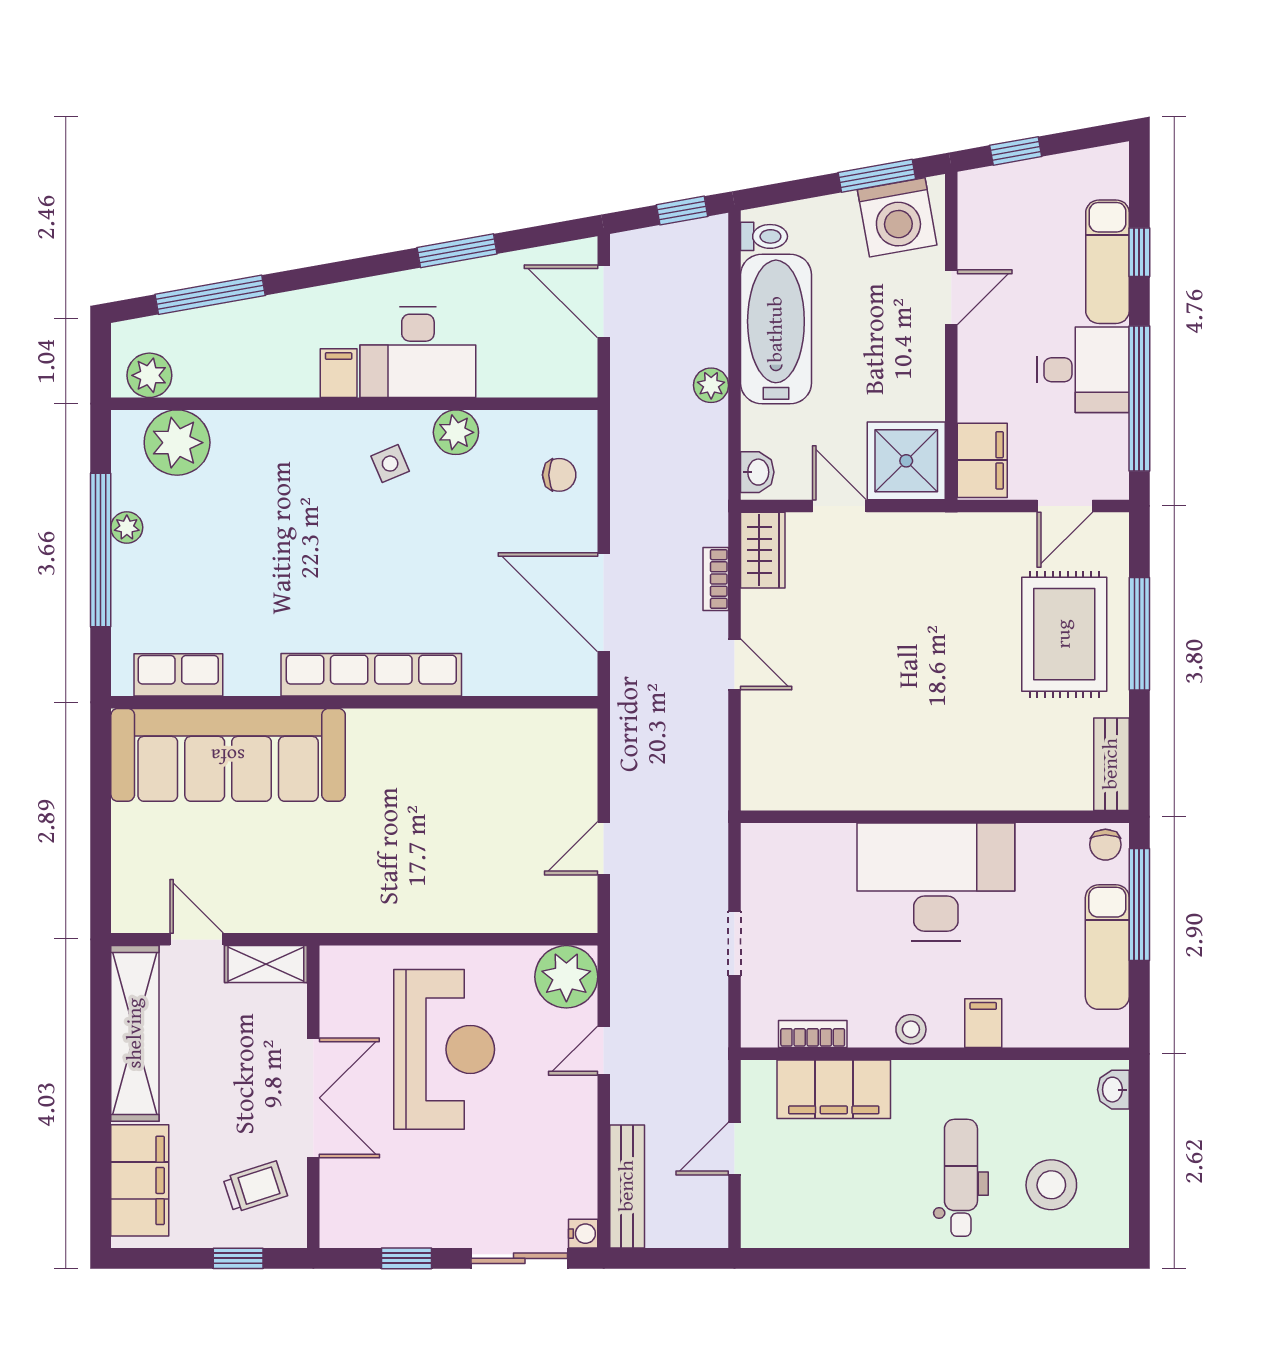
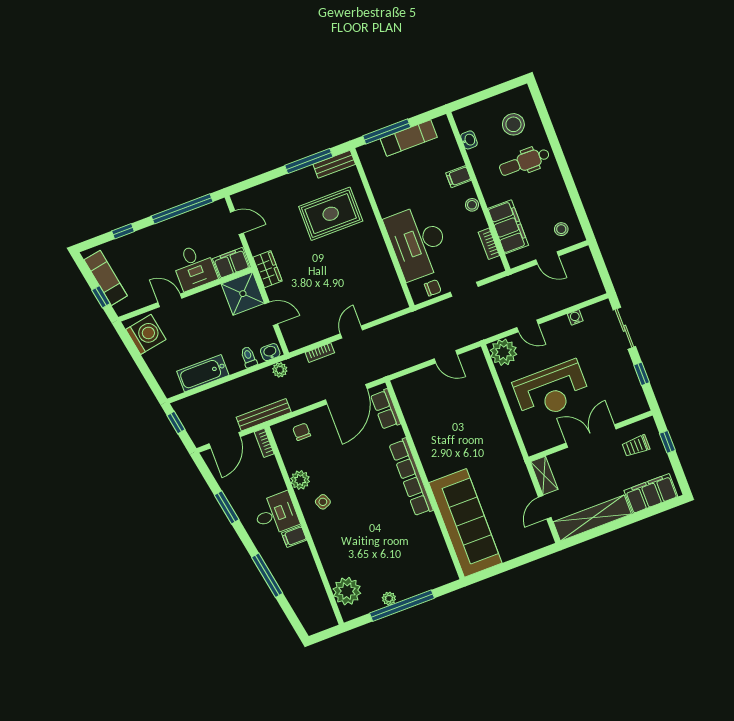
window: (877, 176) -> (132, 349), removed
toilet: (764, 236) -> (249, 357), moved
exam couch: (1107, 262) -> (106, 278), moved, turned -100
window: (210, 295) -> (267, 575), moved
bathtub: (776, 329) -> (203, 373), width x0.73, depth x0.73
desk: (418, 352) -> (276, 514), width x0.73
desk: (1083, 370) -> (194, 267), moved, turned 180
plant: (149, 375) -> (324, 613), removed
bookcase: (566, 385) -> (264, 443), added
plant: (711, 385) -> (280, 370), moved
door: (839, 506) -> (271, 314), swing flipped
wardrobe: (763, 550) -> (268, 269), moved, turned 90
rug: (1064, 634) -> (331, 214), moved
window: (1139, 634) -> (309, 161), moved
row of seats: (178, 675) -> (386, 409), moved
chair: (1105, 845) -> (433, 288), moved
desk: (936, 882) -> (418, 242), moved
reception desk: (444, 1049) -> (551, 391), turned 180
washbasin: (1113, 1090) -> (469, 140), moved, turned -90
bench: (627, 1186) -> (264, 415), moved
trolley: (255, 1187) -> (636, 446), turned -72
stool: (785, 1203) -> (561, 229), added
water cooler: (583, 1234) -> (575, 317), moved

